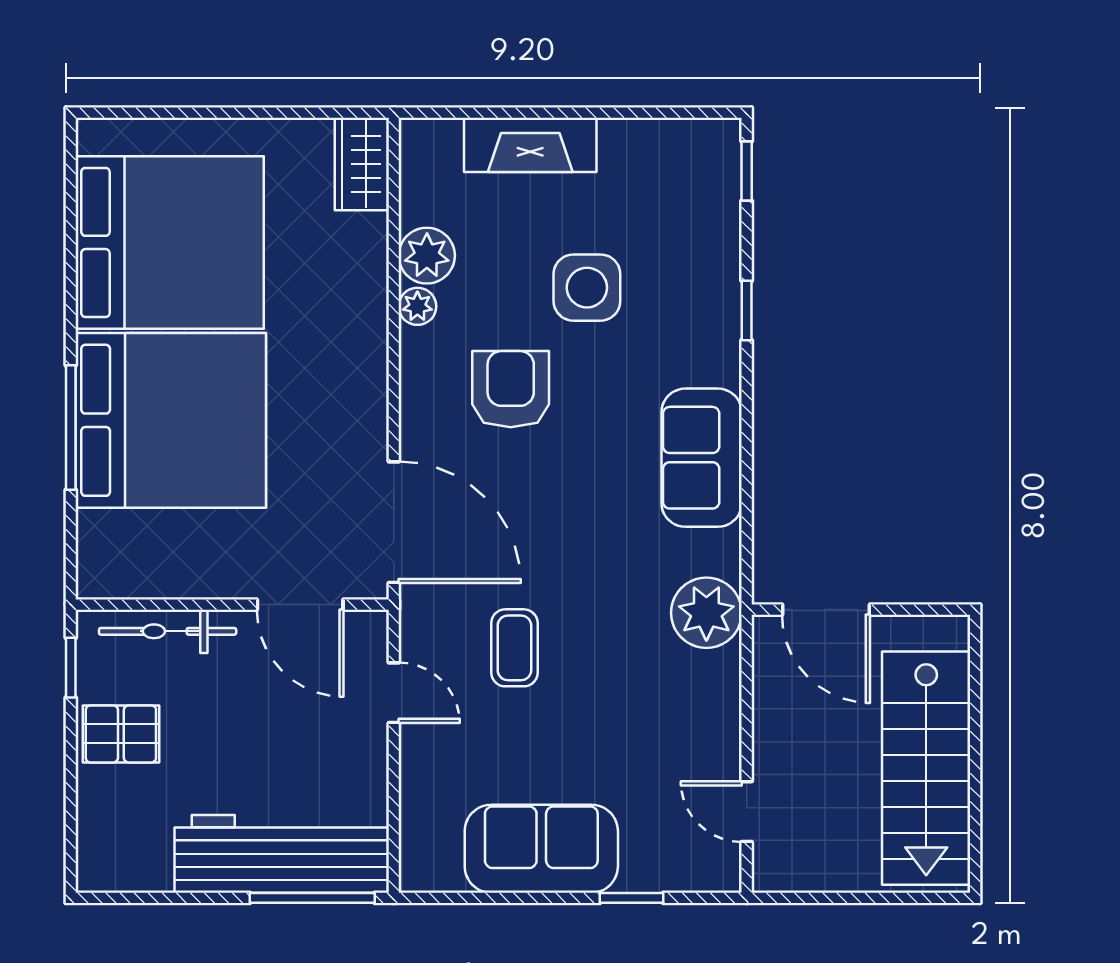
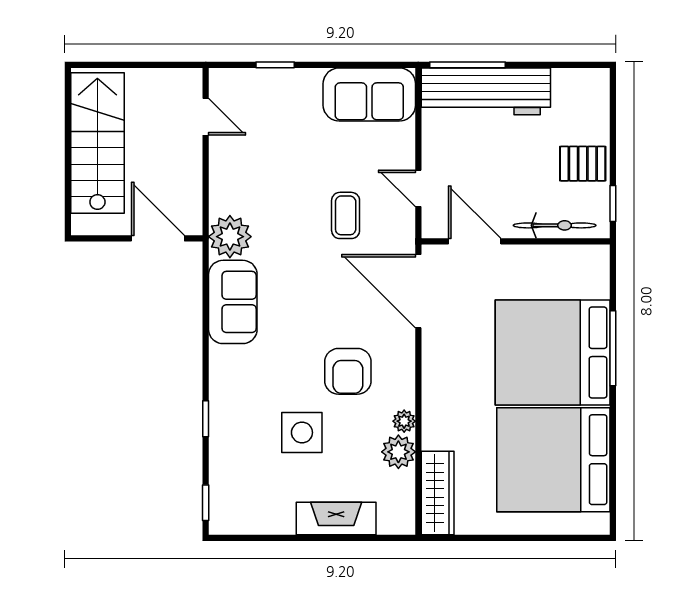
wardrobe: (362, 164) -> (438, 493), width x1.50
sofa: (702, 458) -> (233, 302), moved
sofa: (541, 849) -> (369, 94), moved

